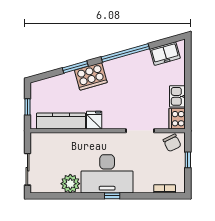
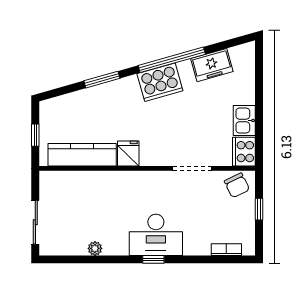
freezer: (165, 54) -> (212, 65), moved
cooker: (91, 76) -> (160, 82), moved
desk: (107, 174) -> (156, 235), width x0.73, depth x0.77
plant: (70, 184) -> (95, 248), width x0.53, depth x0.53

